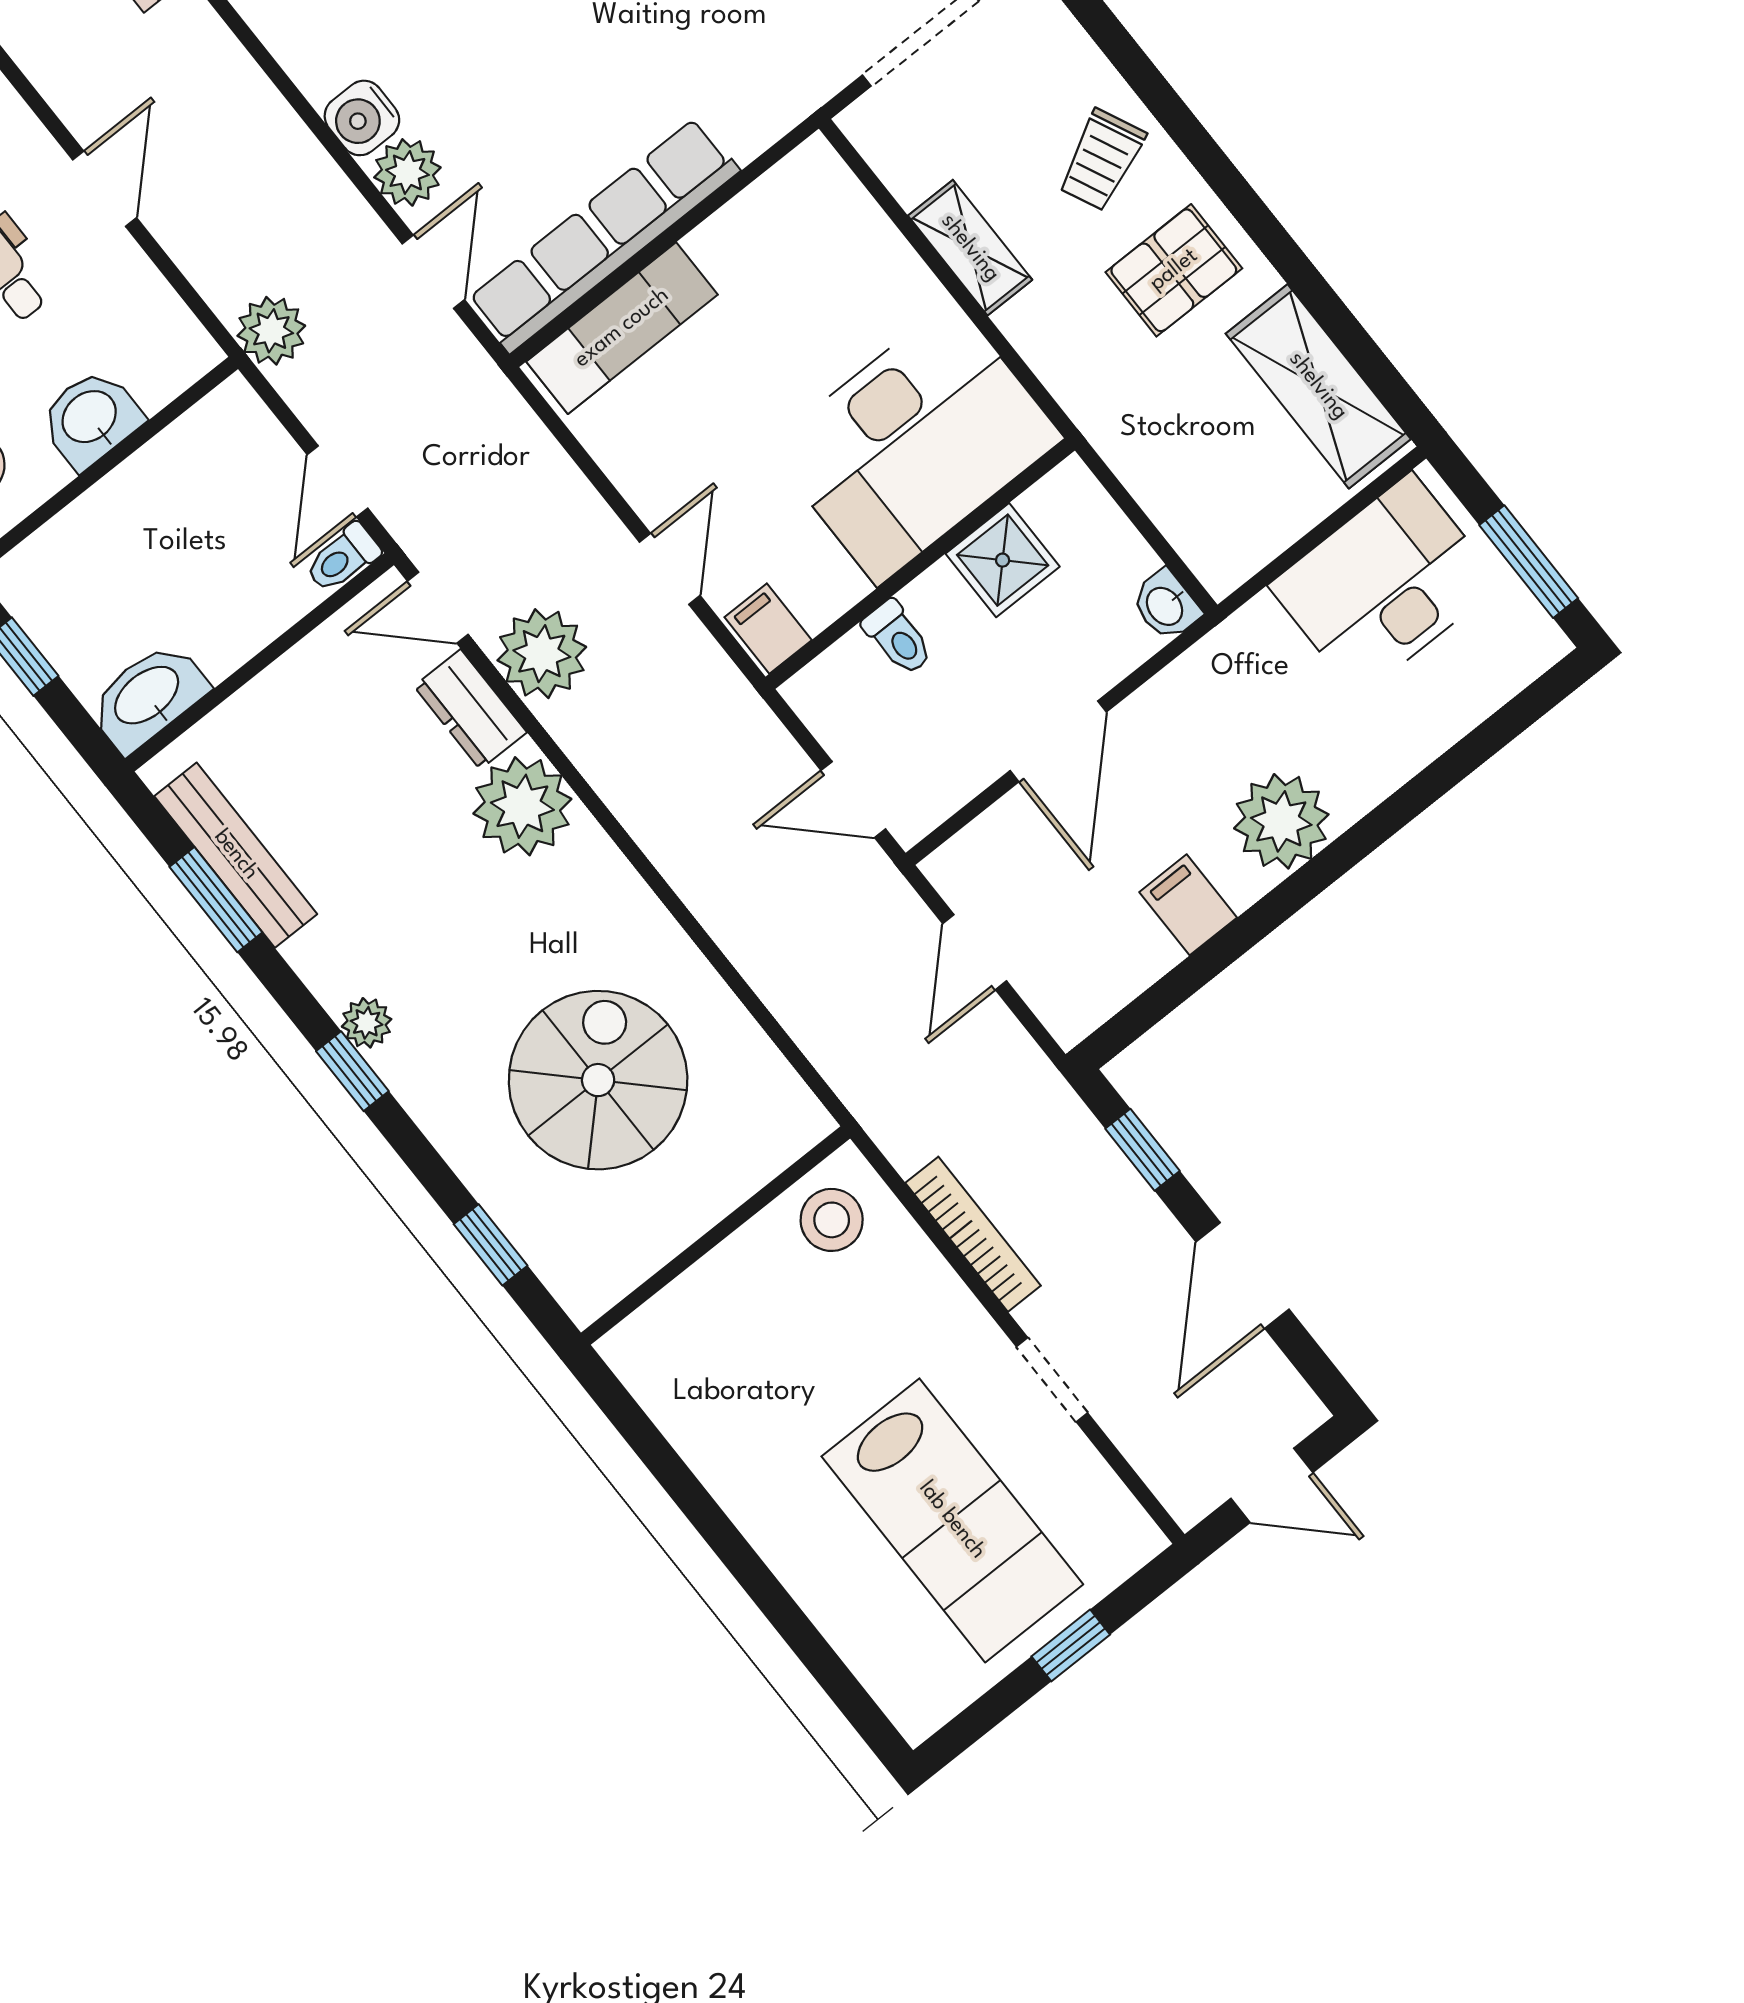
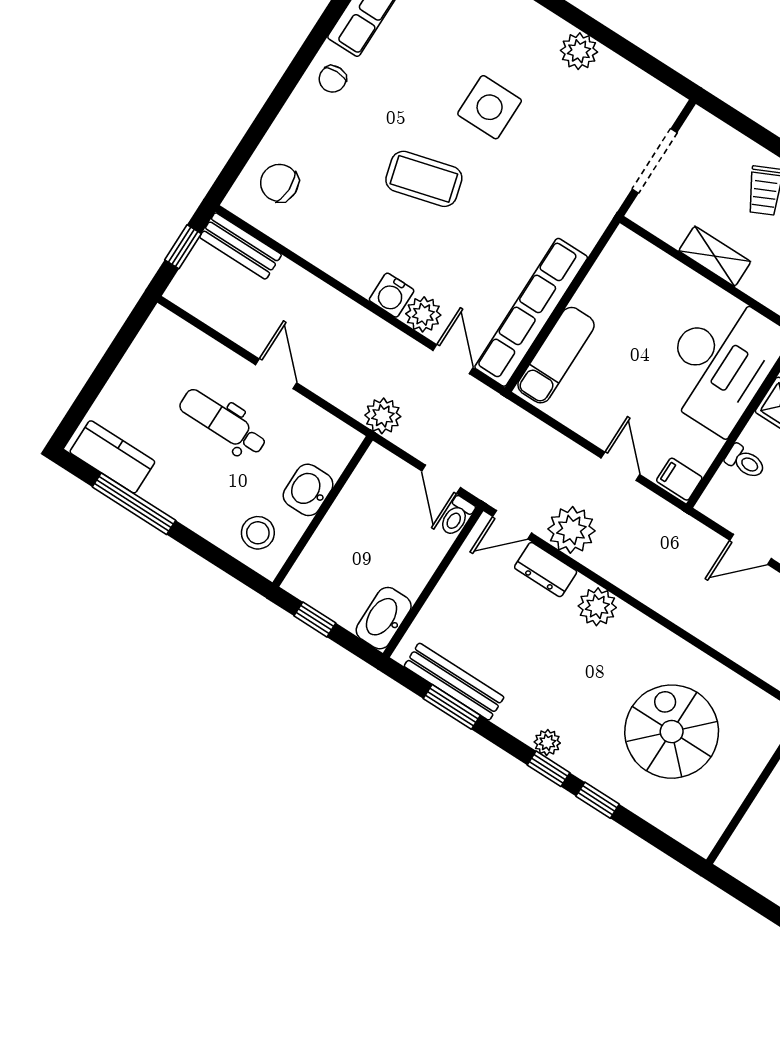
plant: (522, 806) -> (597, 607), width x0.73, depth x0.73
window: (491, 1245) -> (598, 800), moved

